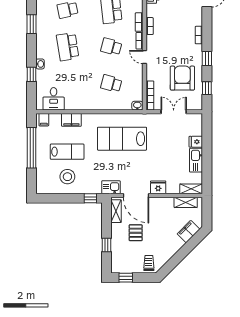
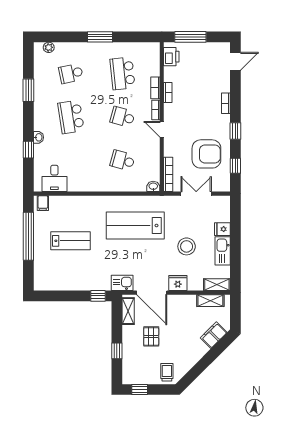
armchair: (182, 78) -> (206, 154), turned 90
filing cabinet: (71, 120) -> (75, 203), removed
stool: (67, 177) -> (187, 246), moved

